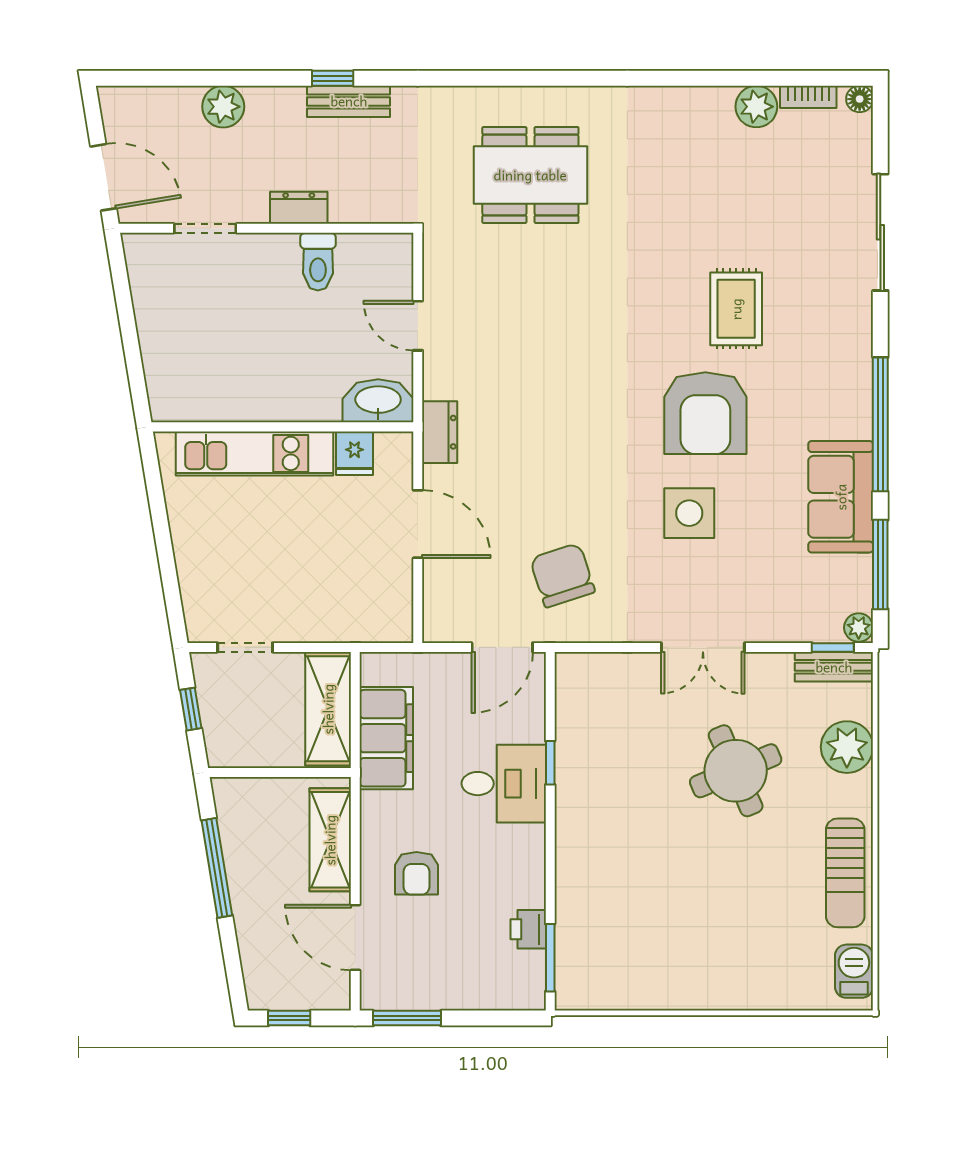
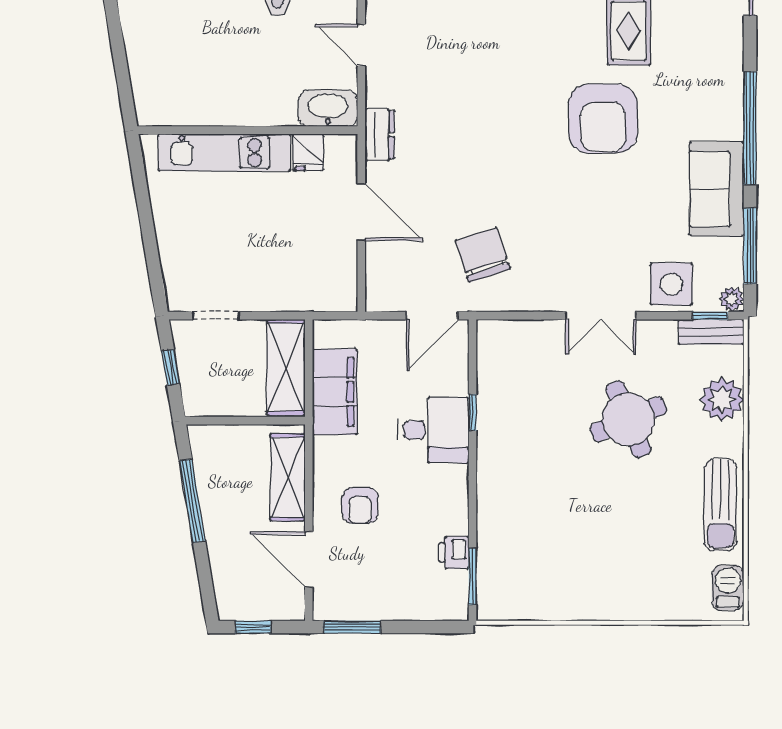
side table: (689, 513) -> (671, 284), moved

